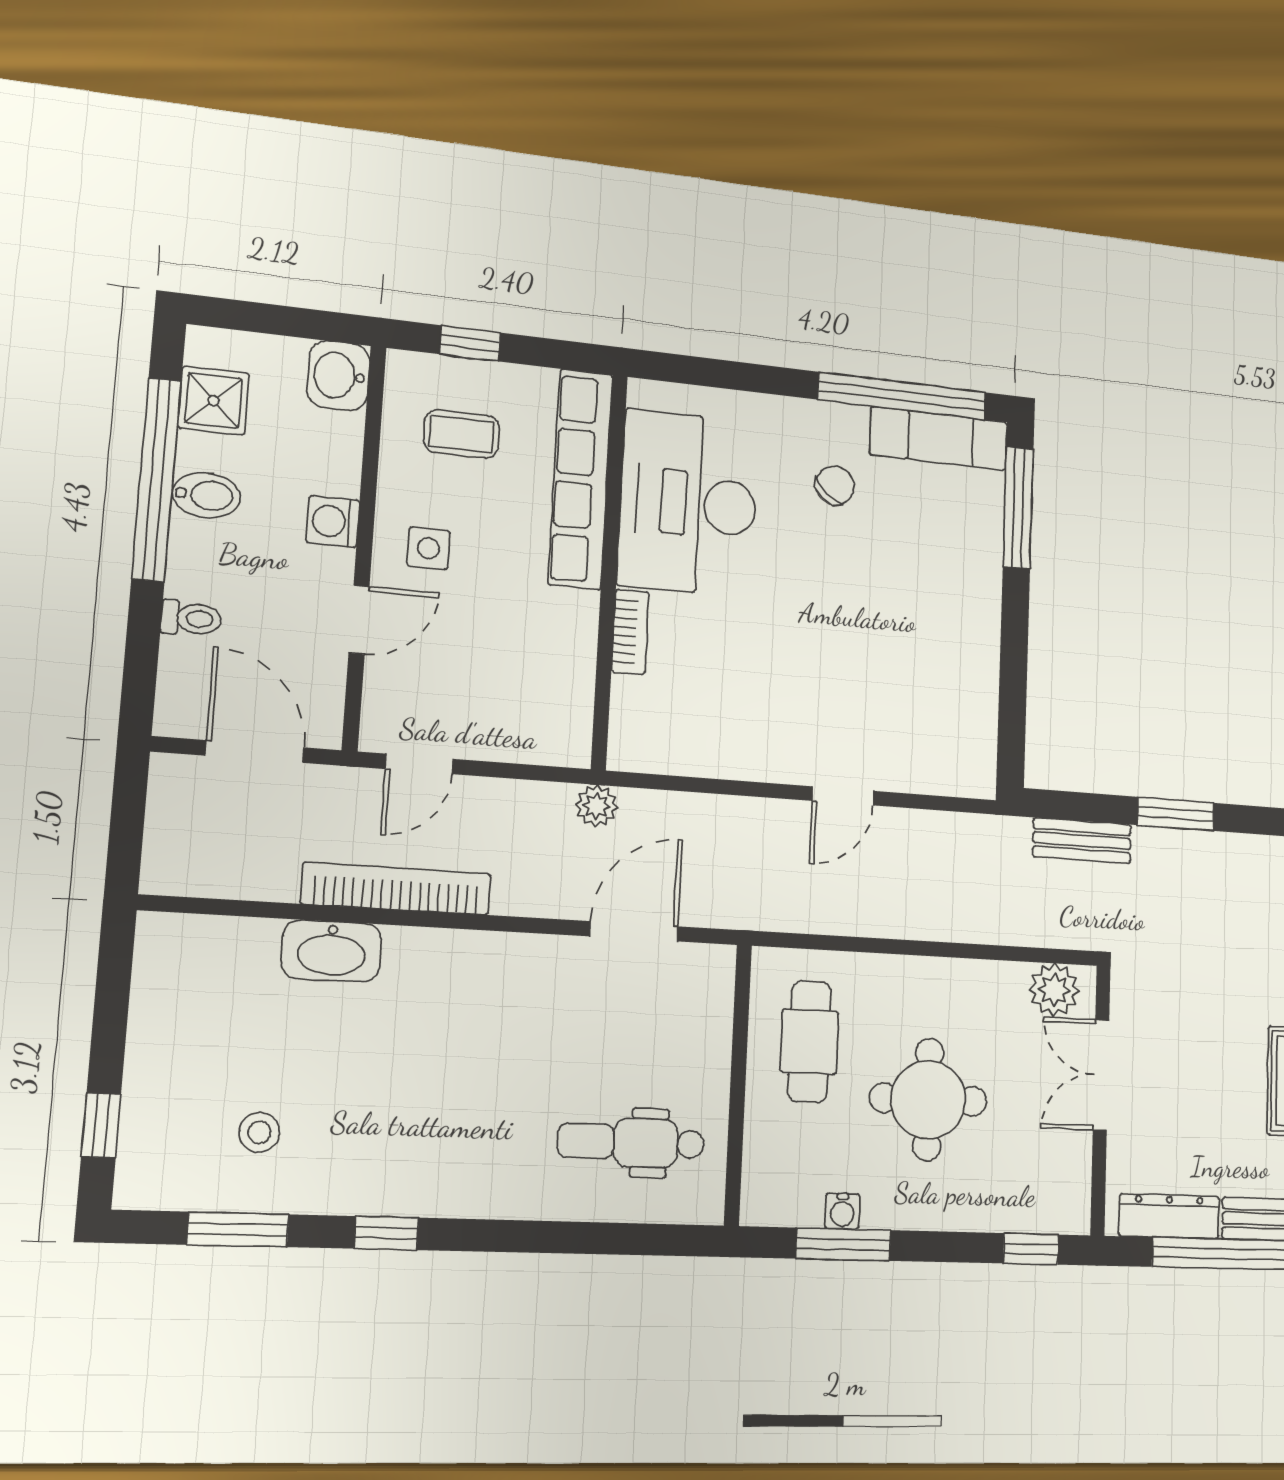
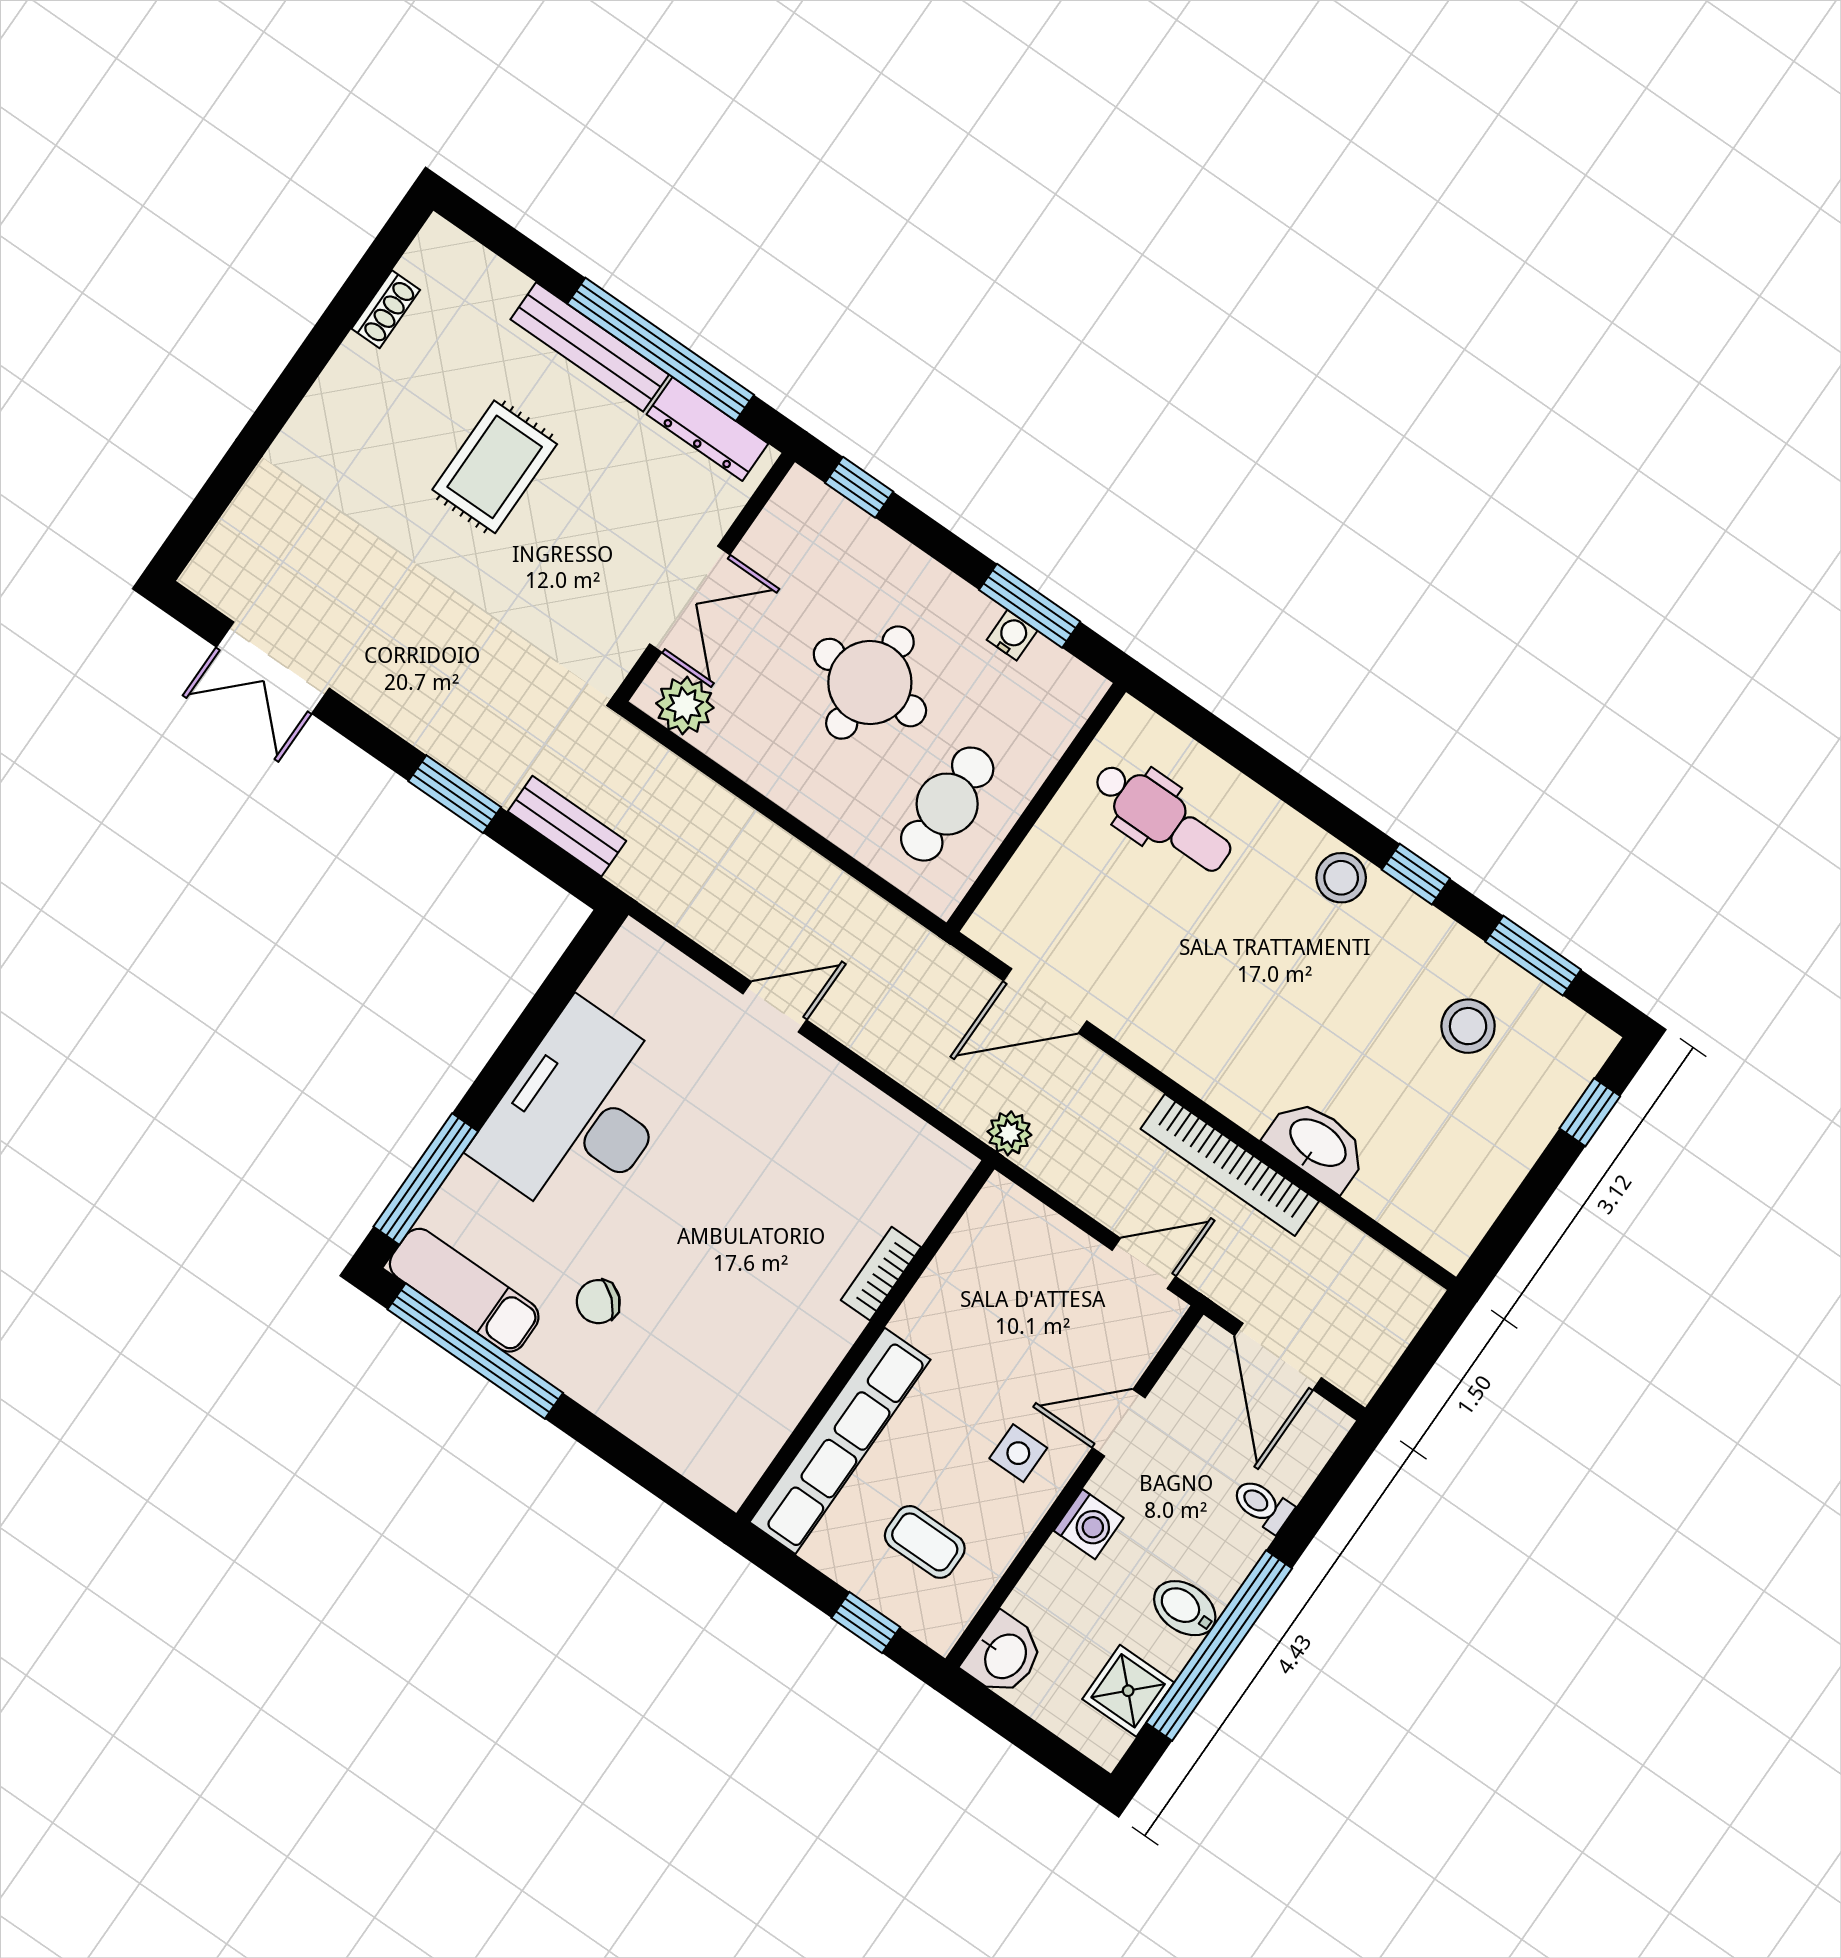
desk: (688, 503) -> (579, 1114), moved, turned 180
stool: (259, 1132) -> (1468, 1026), width x1.37, depth x1.37
stool: (450, 1189) -> (1341, 878), added

